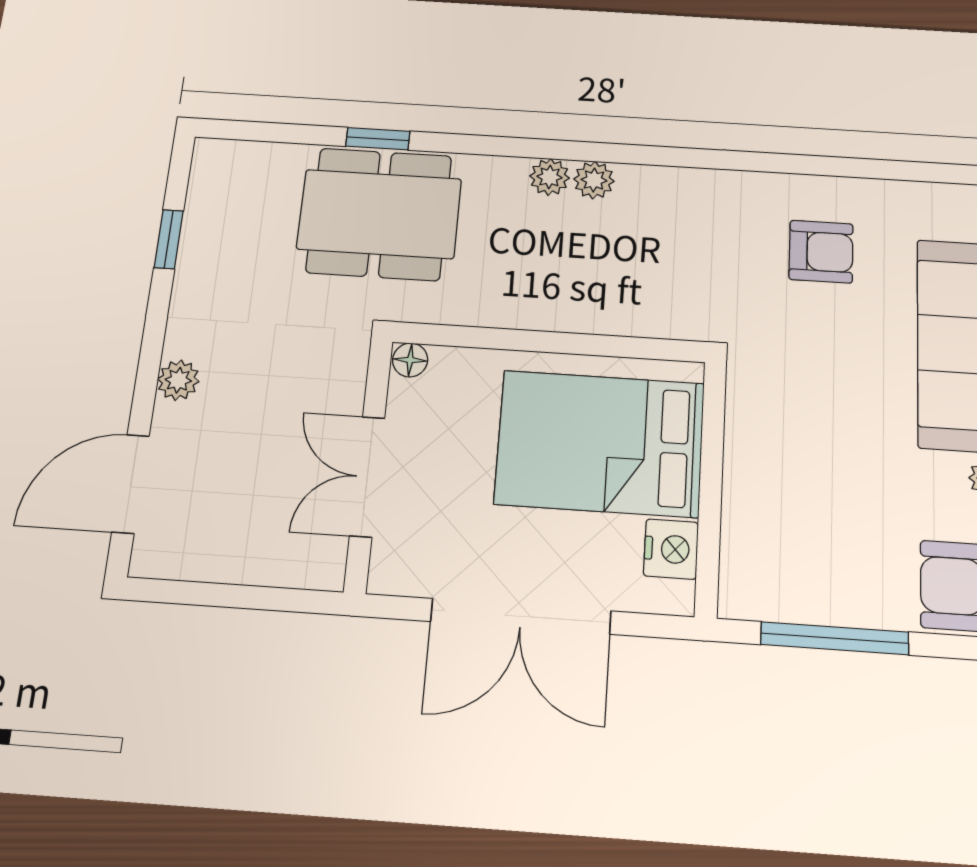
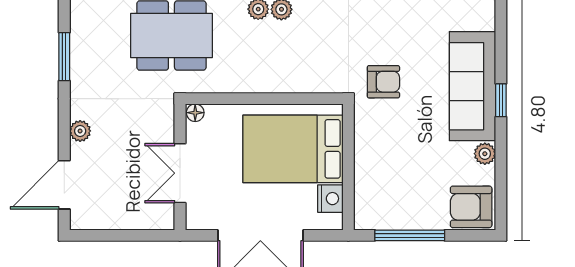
window: (169, 239) -> (64, 57), width x1.50
armchair: (821, 252) -> (383, 82), moved

